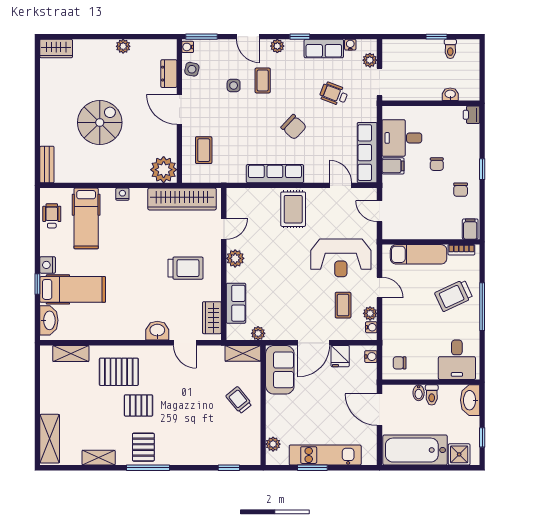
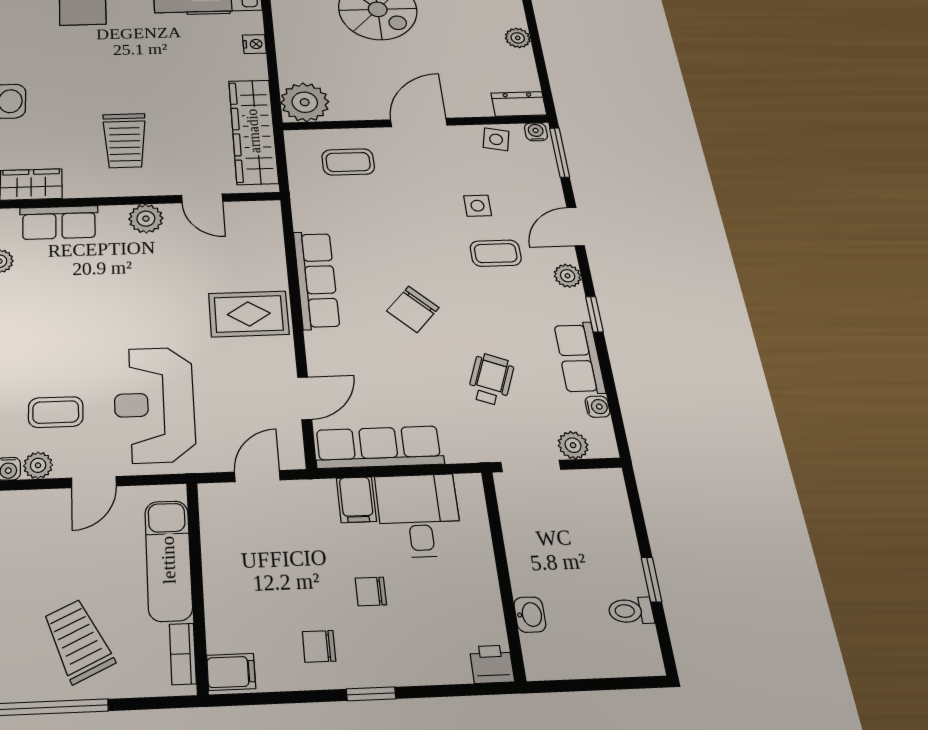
dresser: (169, 74) -> (519, 104), moved

